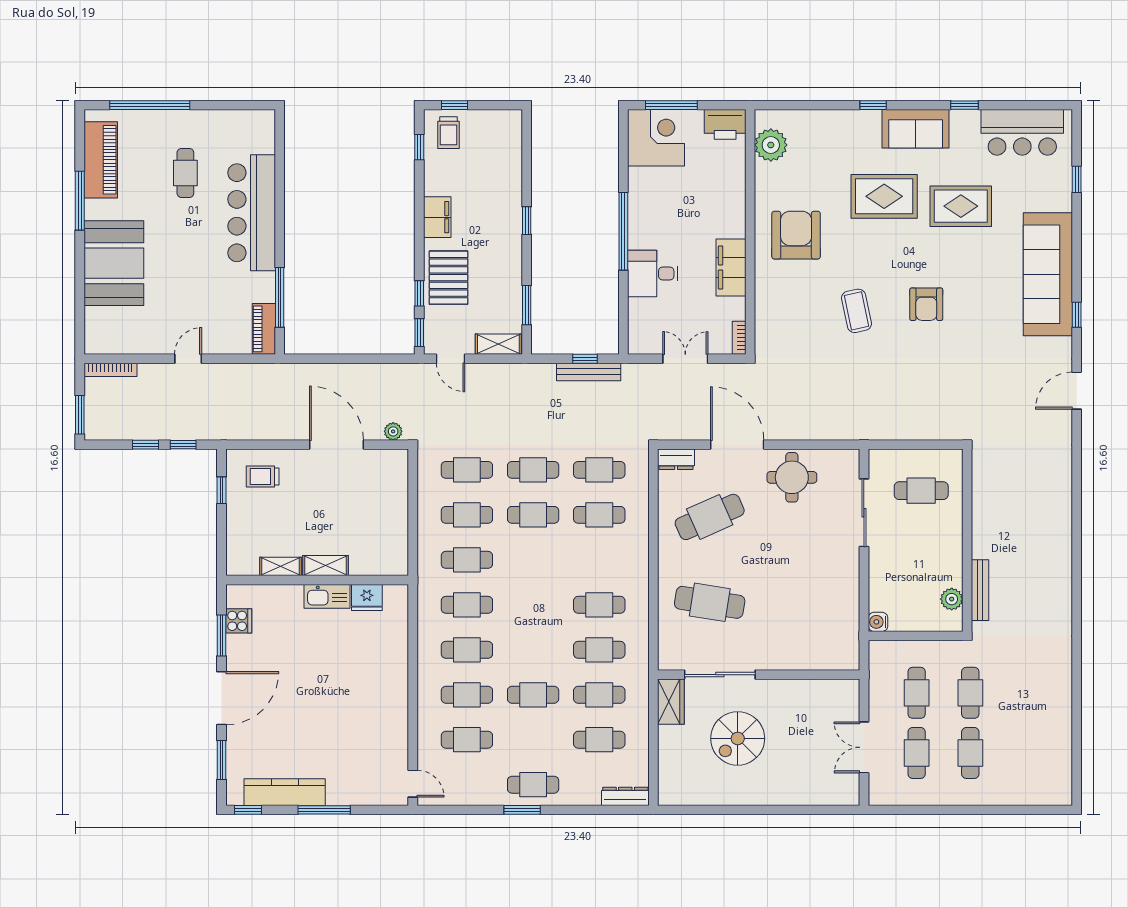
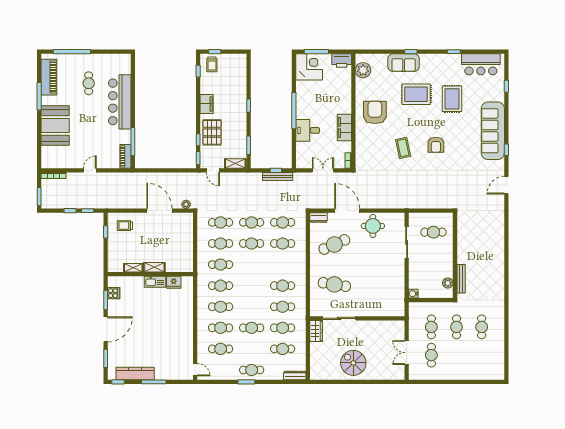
sofa: (916, 129) -> (404, 63), moved
rug: (961, 206) -> (452, 99), turned 90
spiral stairs: (738, 738) -> (353, 363), moved, turned 90
cafe table: (970, 753) -> (482, 327), moved

